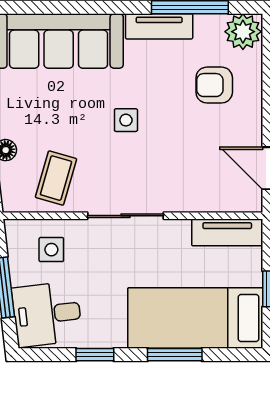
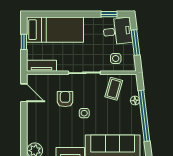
armchair: (214, 85) -> (65, 99), moved, turned -90
window: (95, 355) -> (109, 14), moved
window: (175, 355) -> (64, 14), removed

